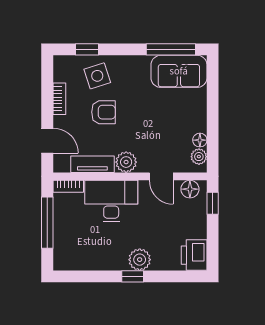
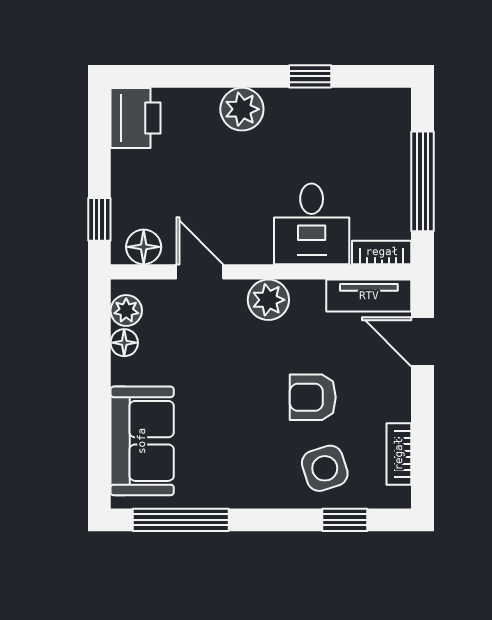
sofa: (179, 71) -> (142, 441), moved, turned 90
bookcase: (59, 99) -> (399, 454), moved
tv unit: (92, 164) -> (369, 296), moved
desk: (111, 201) -> (312, 224), width x0.73
window: (133, 276) -> (310, 76), moved

